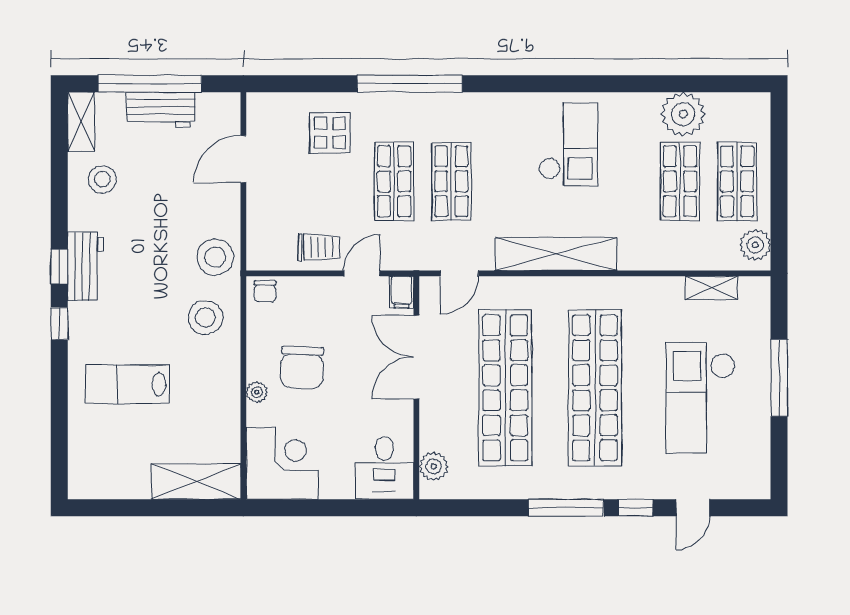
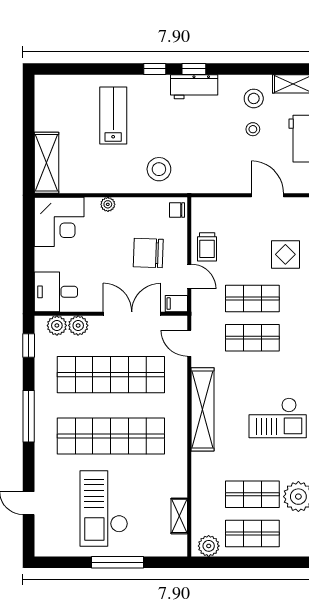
stool: (215, 257) -> (253, 129), moved, width x0.53, depth x0.53
chair: (302, 367) -> (148, 253), moved
checkout: (701, 398) -> (104, 509), turned -90
plant: (434, 435) -> (78, 325), added
window: (635, 508) -> (29, 345), moved

